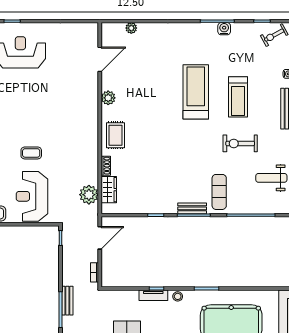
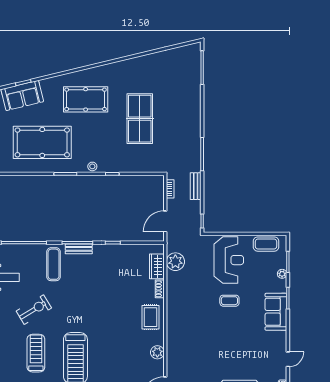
exercise bike: (240, 143) -> (34, 310), turned -31
tv unit: (153, 295) -> (115, 168), removed
bench: (67, 301) -> (196, 186), moved

